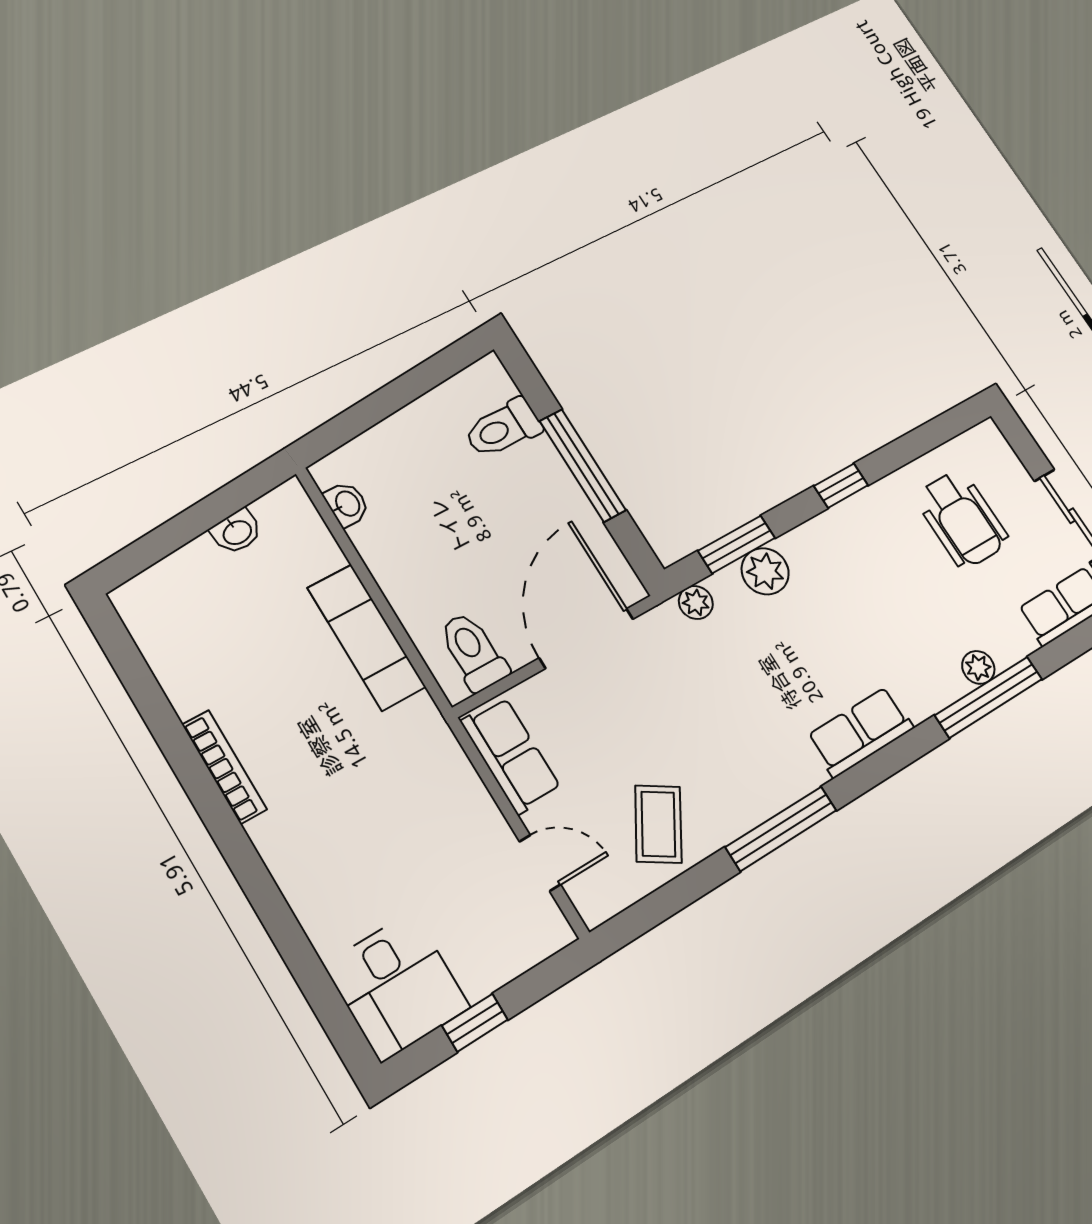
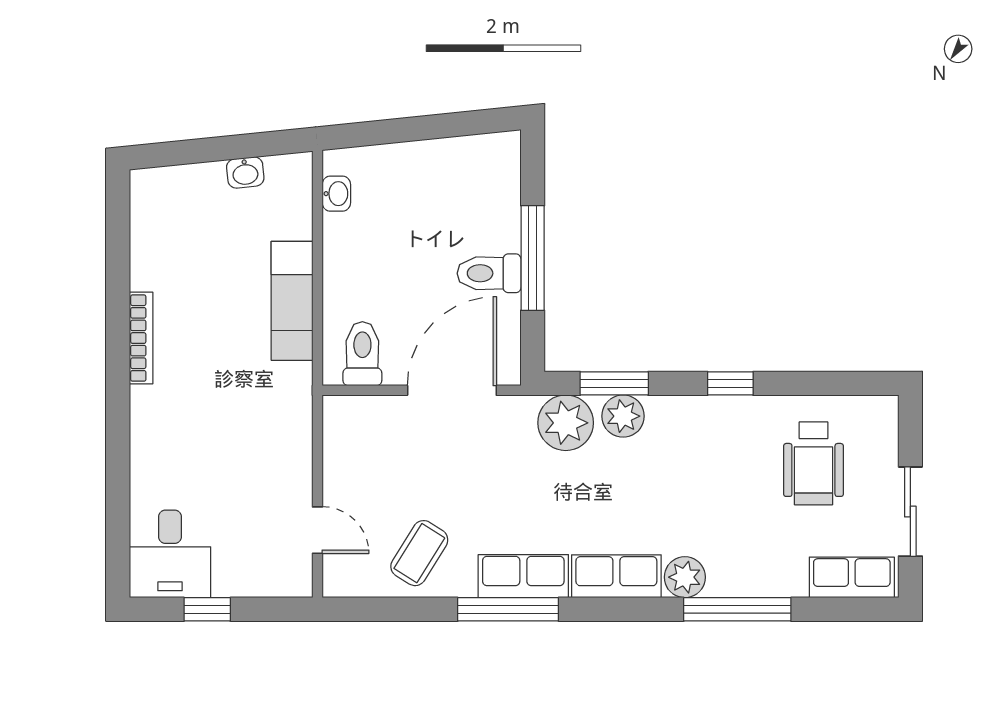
toilet: (503, 428) -> (489, 273), moved
plant: (696, 602) -> (566, 423), width x1.88, depth x1.88
plant: (978, 667) -> (685, 577), moved, width x1.38, depth x1.38
row of seats: (511, 755) -> (523, 576), moved, turned -90

